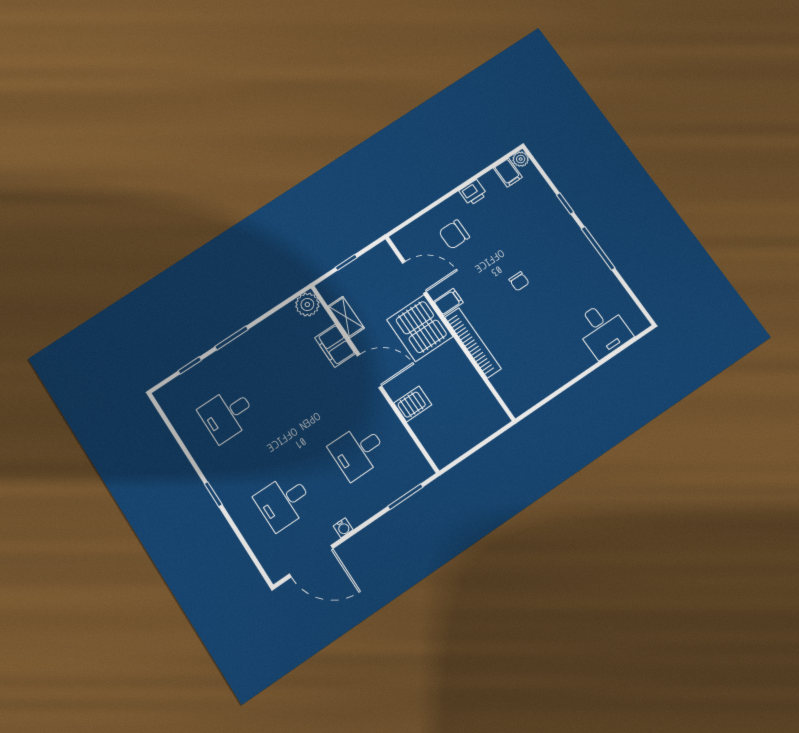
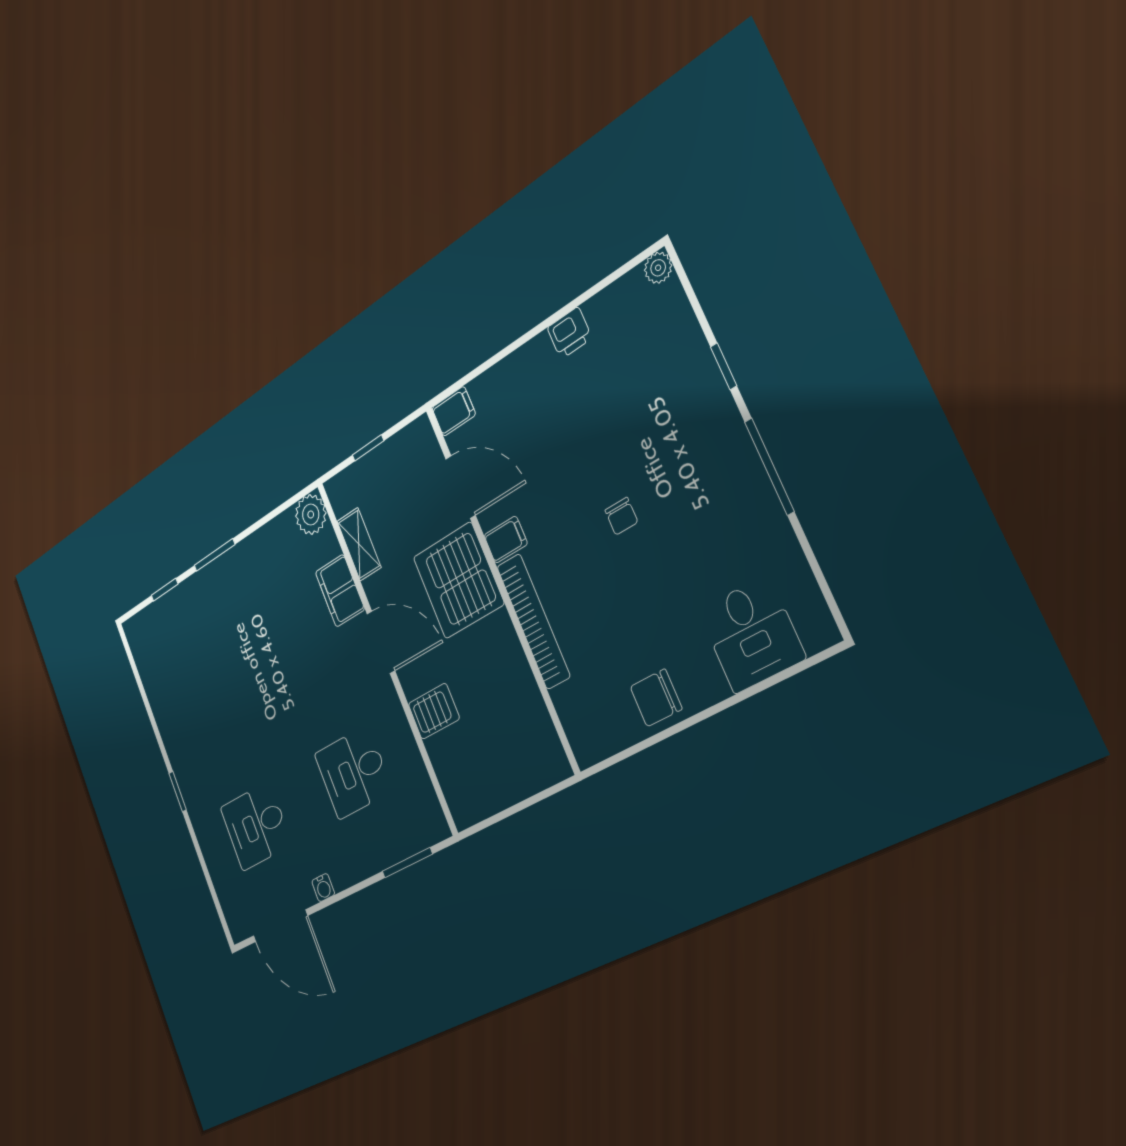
filing cabinet: (508, 173) -> (454, 411), moved, turned -90
chair: (454, 234) -> (656, 698), moved
desk: (227, 414) -> (201, 675), removed

